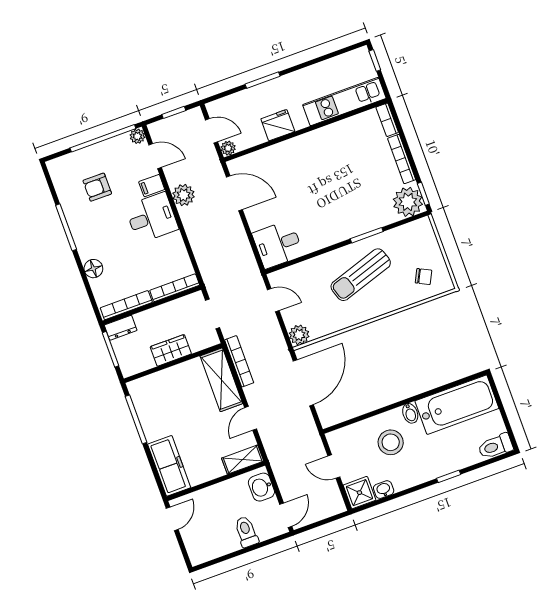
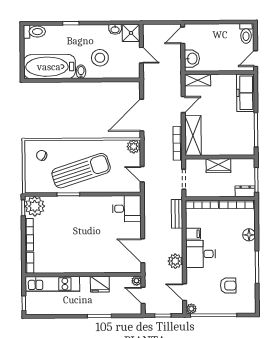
filing cabinet: (152, 186) -> (193, 234), moved
bench: (205, 262) -> (177, 214), added
sun lounger: (361, 275) -> (81, 171), width x1.36, depth x1.34
toilet: (246, 532) -> (246, 33), moved

